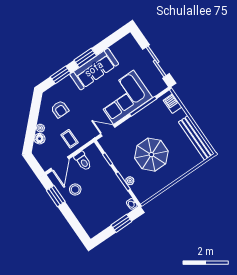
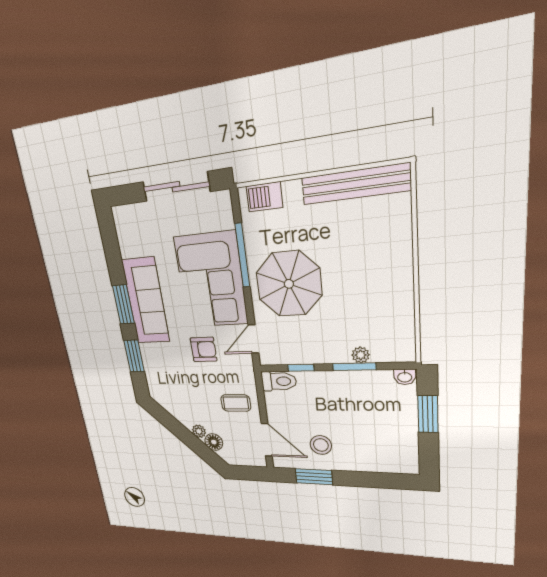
armchair: (60, 109) -> (204, 349), moved
parasol: (151, 155) -> (289, 284), moved
toilet: (83, 161) -> (279, 381), moved

